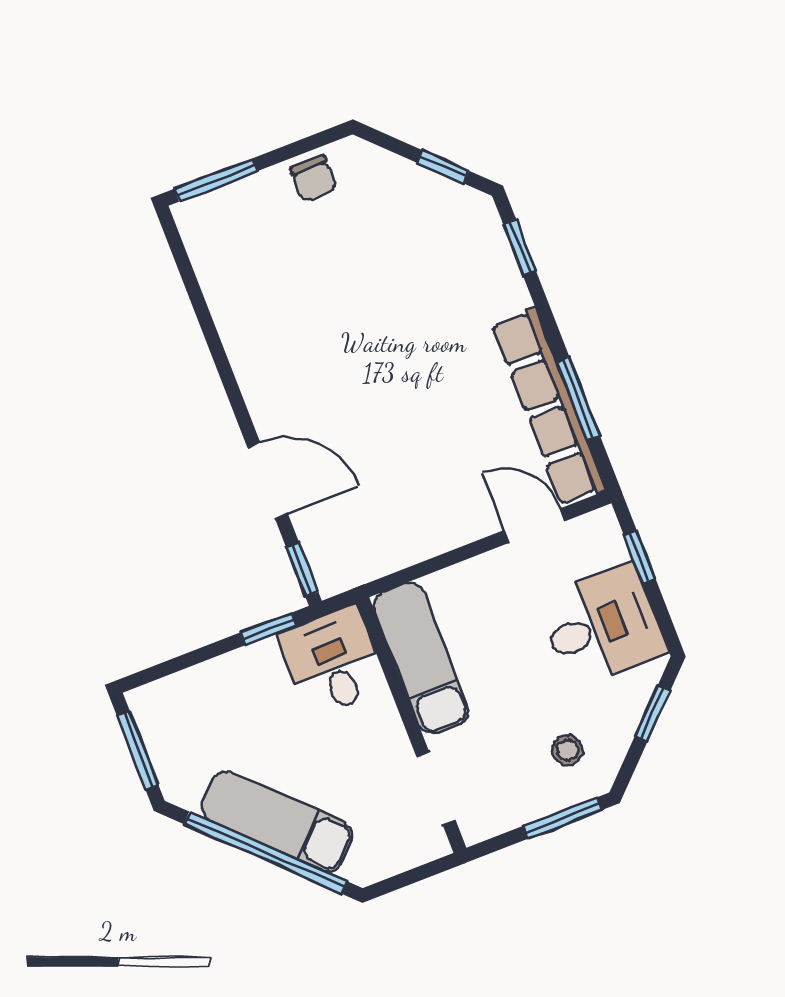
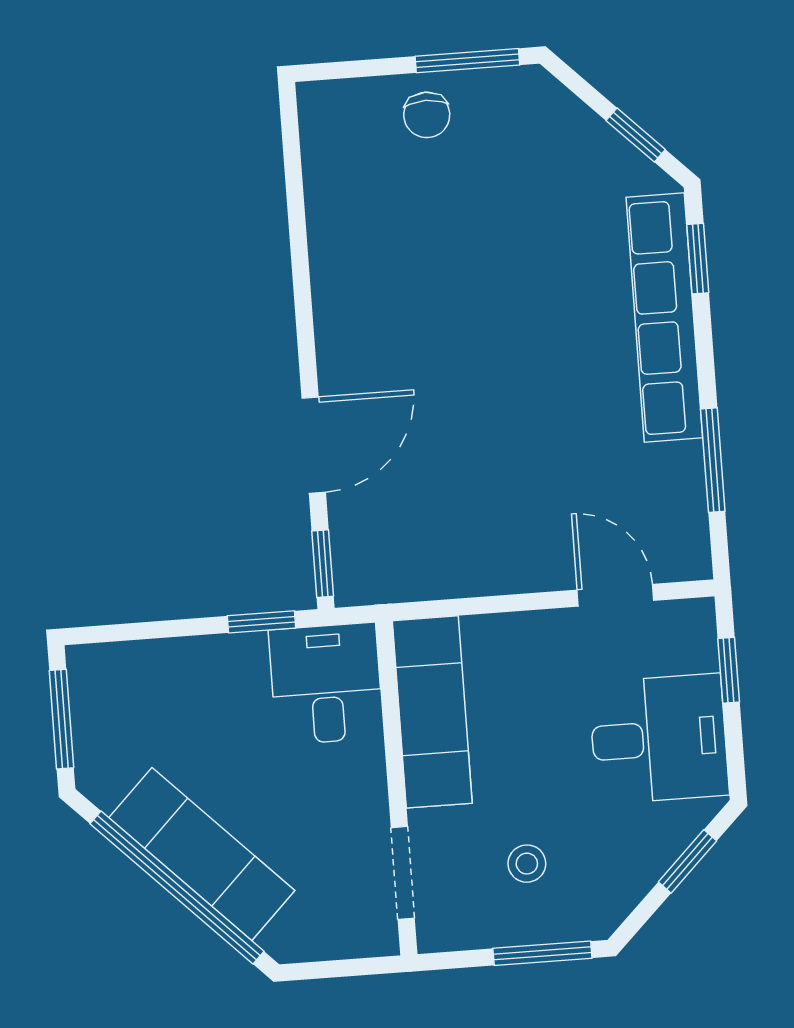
chair: (314, 178) -> (427, 115), moved
window: (215, 180) -> (467, 61), moved
row of seats: (549, 407) -> (664, 317), moved
door: (268, 481) -> (314, 445), hinge flipped
stool: (568, 750) -> (527, 864), moved

